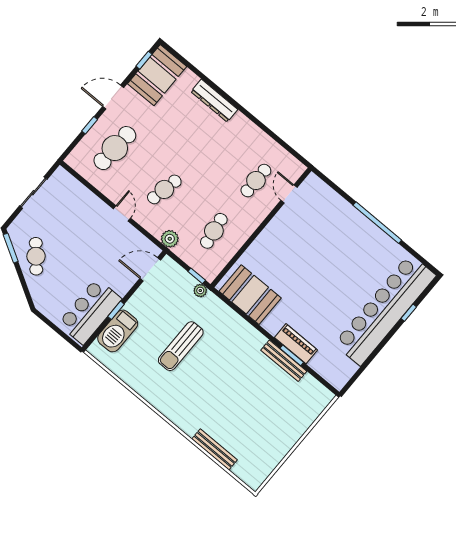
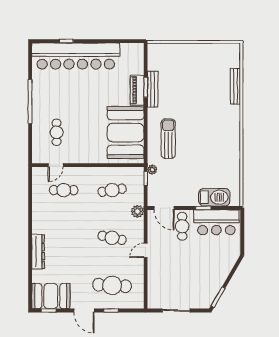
cafe table: (322, 223) -> (57, 132), added
cafe table: (36, 256) -> (182, 226), moved, turned -49
booth: (250, 295) -> (126, 133), width x1.36, depth x1.42
sun lounger: (181, 346) -> (168, 139), moved, turned -90

